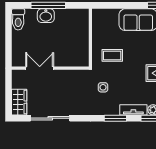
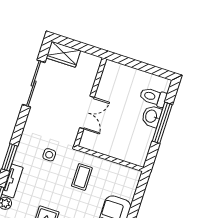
toilet: (18, 19) -> (153, 97), moved
double door: (40, 68) -> (87, 113), moved

